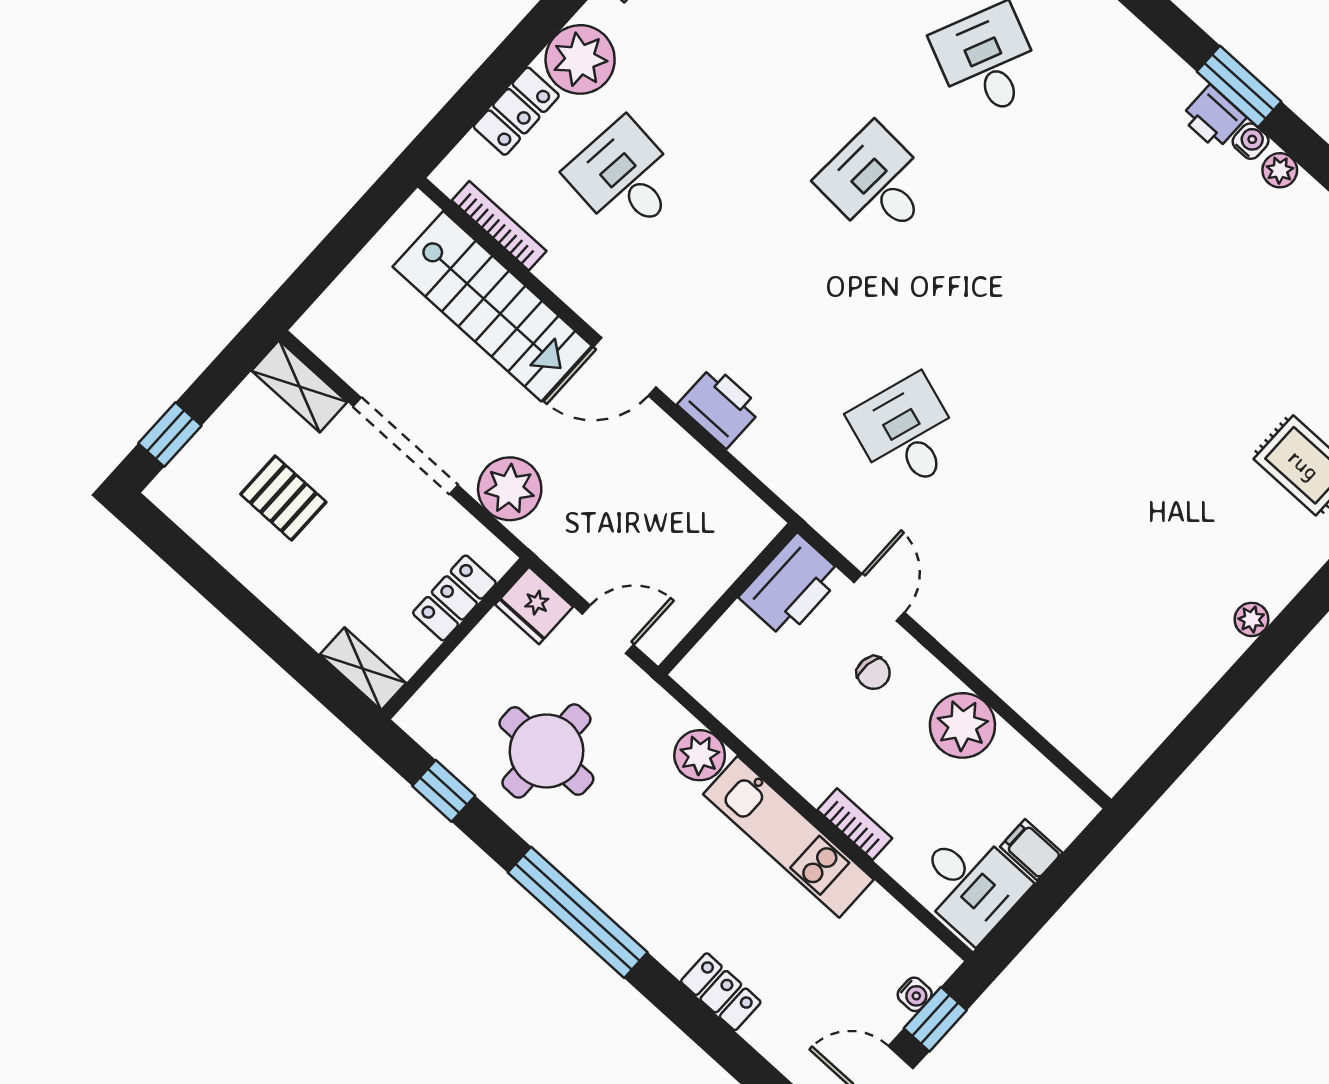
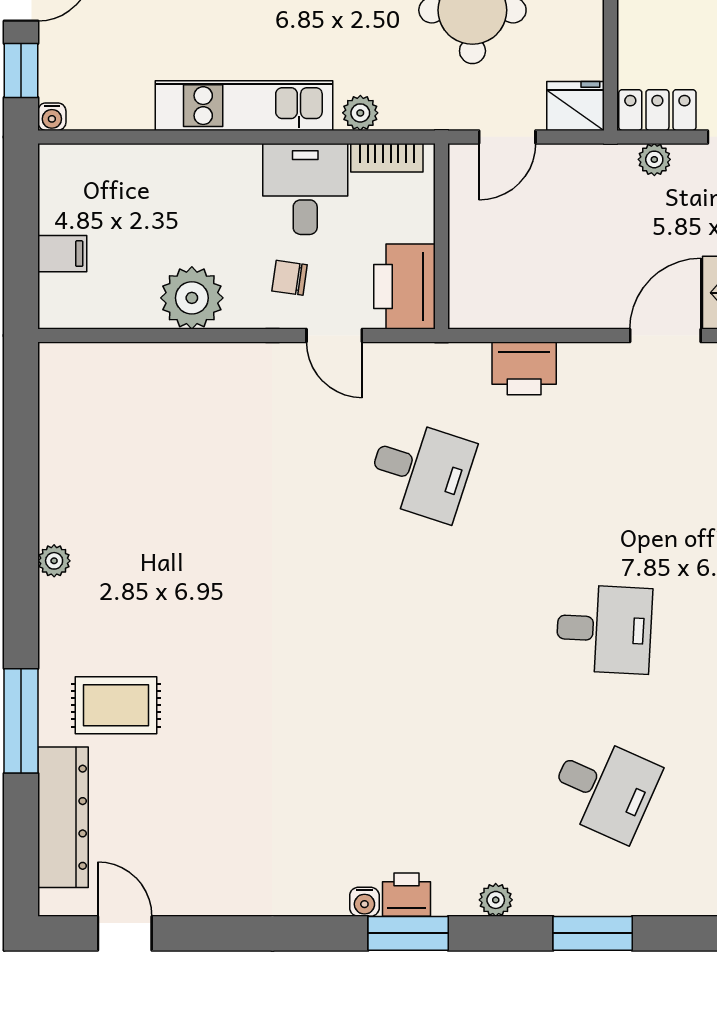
plant: (1280, 170) -> (496, 900), moved
printer: (720, 407) -> (524, 368), moved
plant: (510, 489) -> (654, 159), width x0.53, depth x0.53
locker: (454, 598) -> (657, 110), moved, turned -90
plant: (700, 755) -> (360, 113), width x0.73, depth x0.73
bookcase: (855, 824) -> (387, 158), moved
desk: (970, 884) -> (305, 189), moved, turned 90
water cooler: (915, 994) -> (52, 117), moved, turned -90

